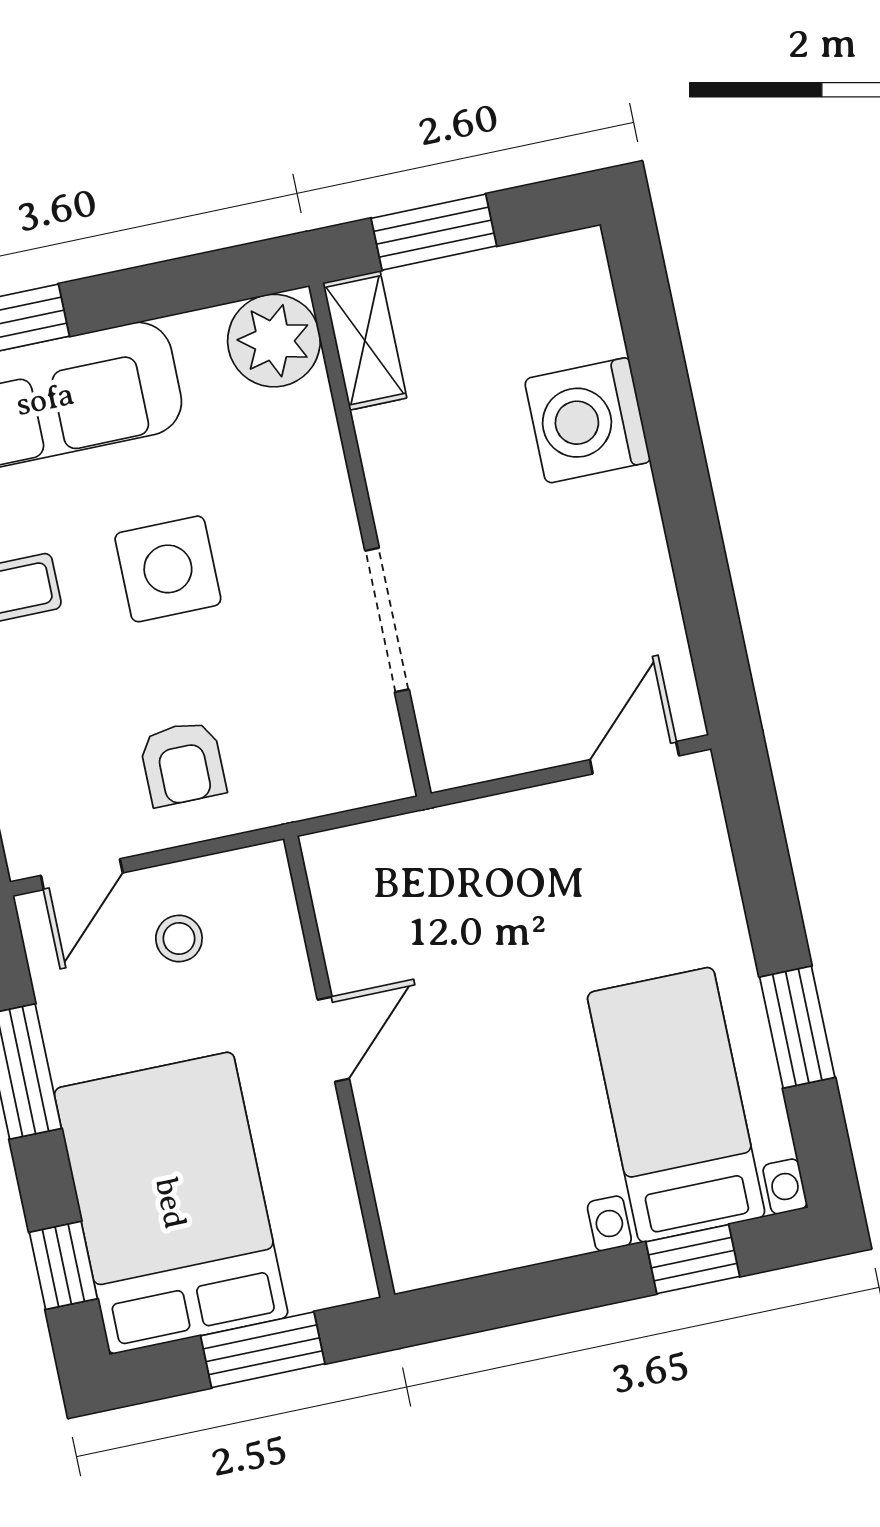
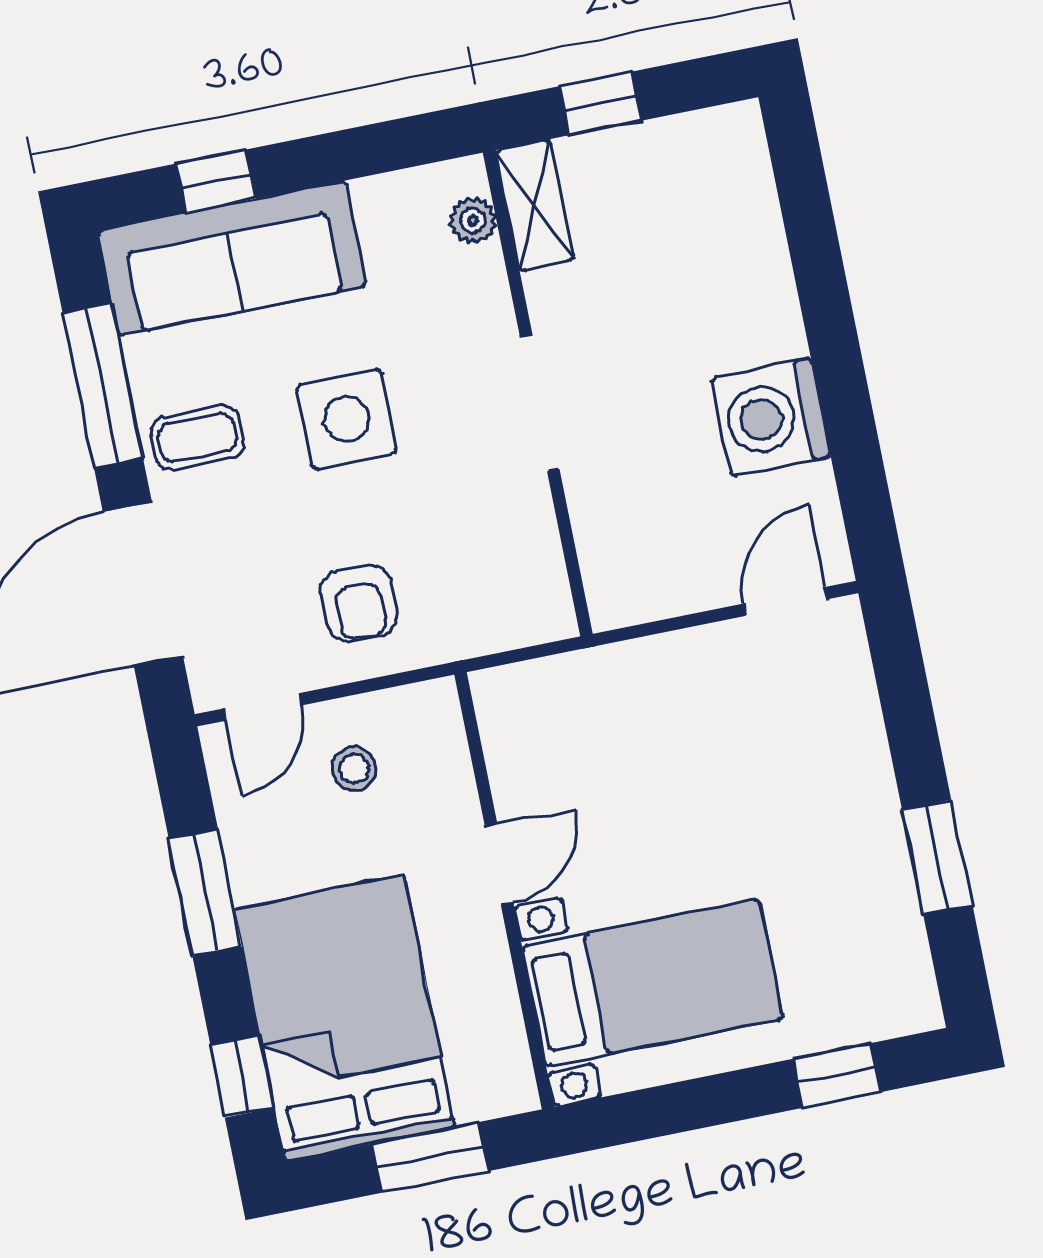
window: (434, 232) -> (601, 103), width x0.67
plant: (274, 341) -> (473, 220), width x0.53, depth x0.53
washing machine: (587, 420) -> (771, 417), moved
doorway: (387, 620) -> (540, 403), moved
bed with nightstands: (676, 1105) -> (652, 983), moved, turned 90

